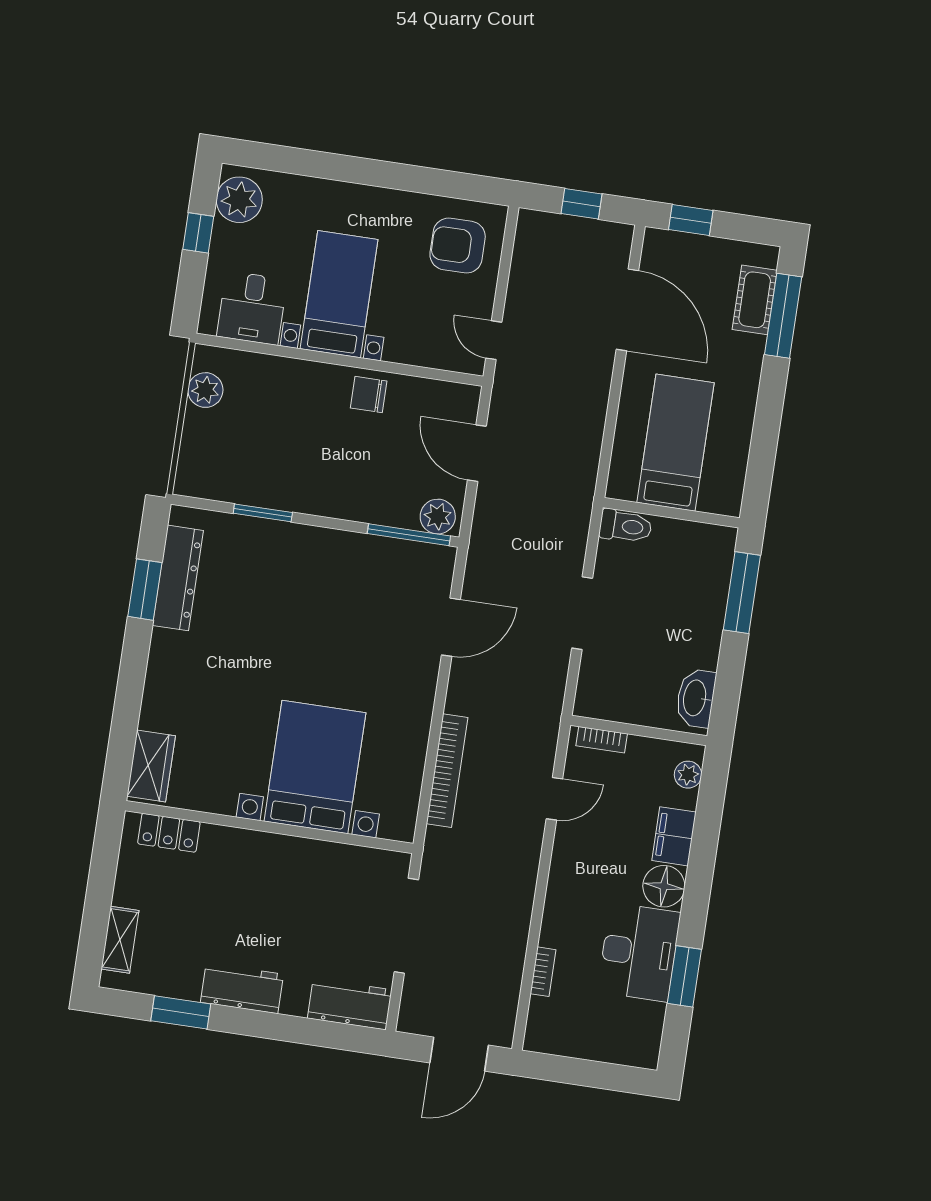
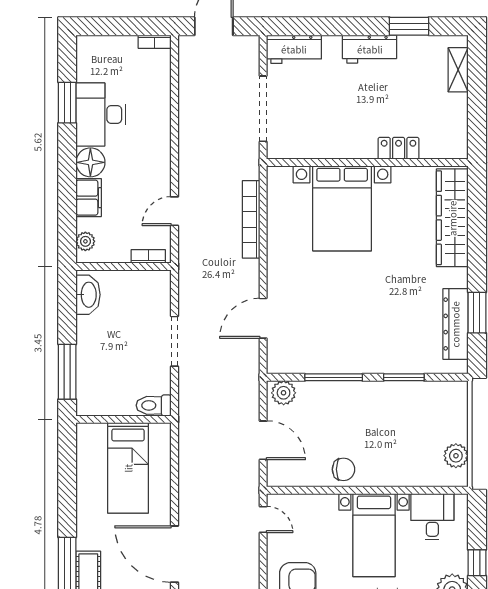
window: (409, 535) -> (334, 377), moved
wardrobe: (151, 766) -> (452, 218), width x2.10, depth x1.17
locker: (169, 833) -> (399, 148), moved
bookcase: (543, 972) -> (155, 42), moved, turned -90

